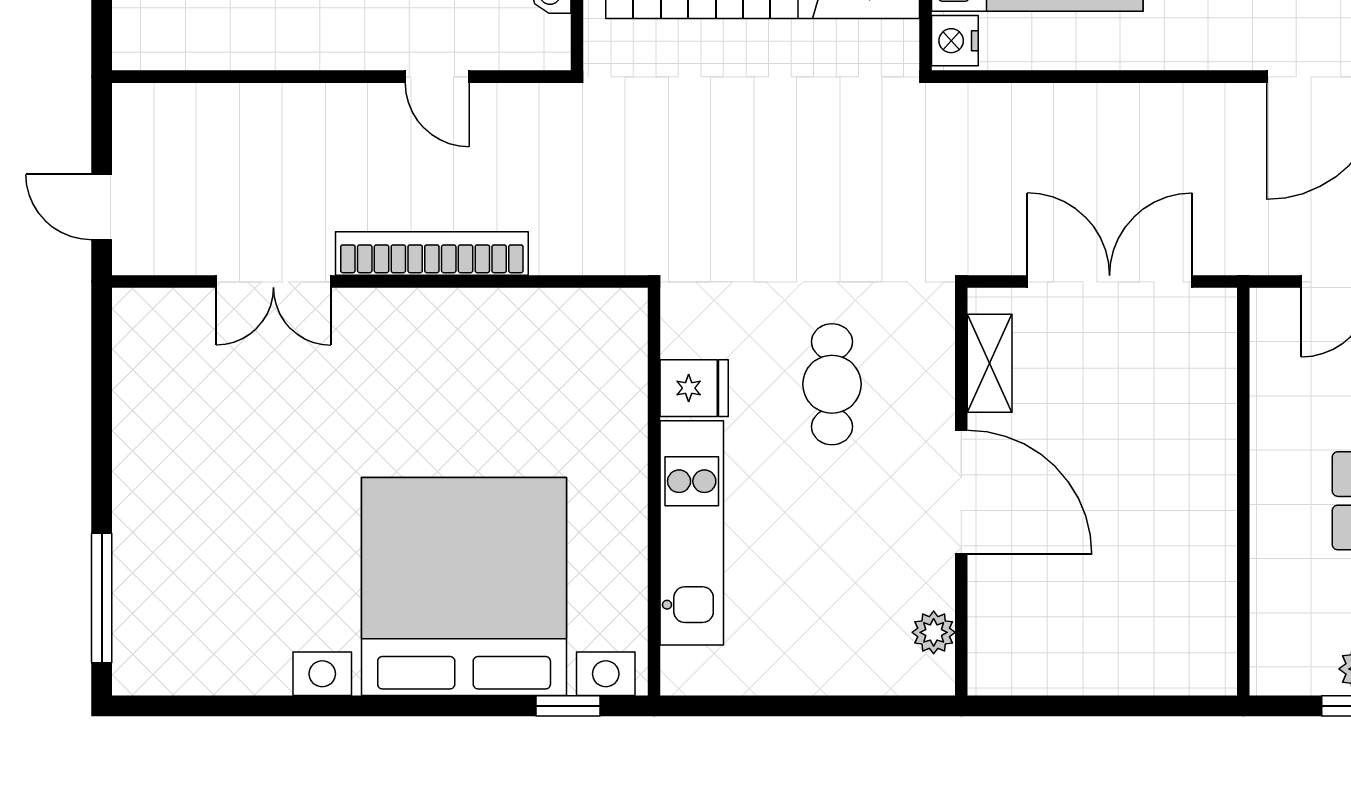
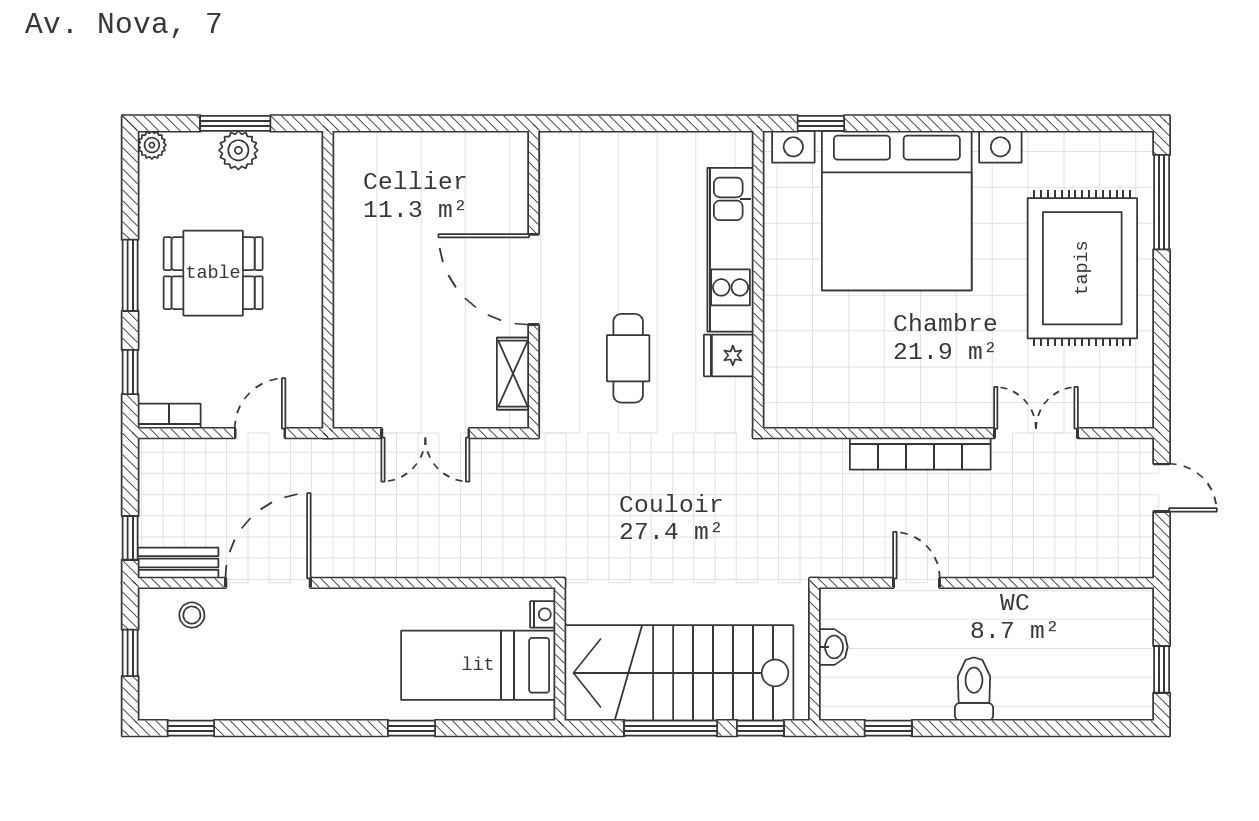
nightstand: (955, 41) -> (543, 614), width x0.72, depth x0.74
double door: (1110, 282) -> (425, 433), width x0.73
rug: (210, 508) -> (1082, 268), added
plant: (934, 632) -> (554, 177), removed

